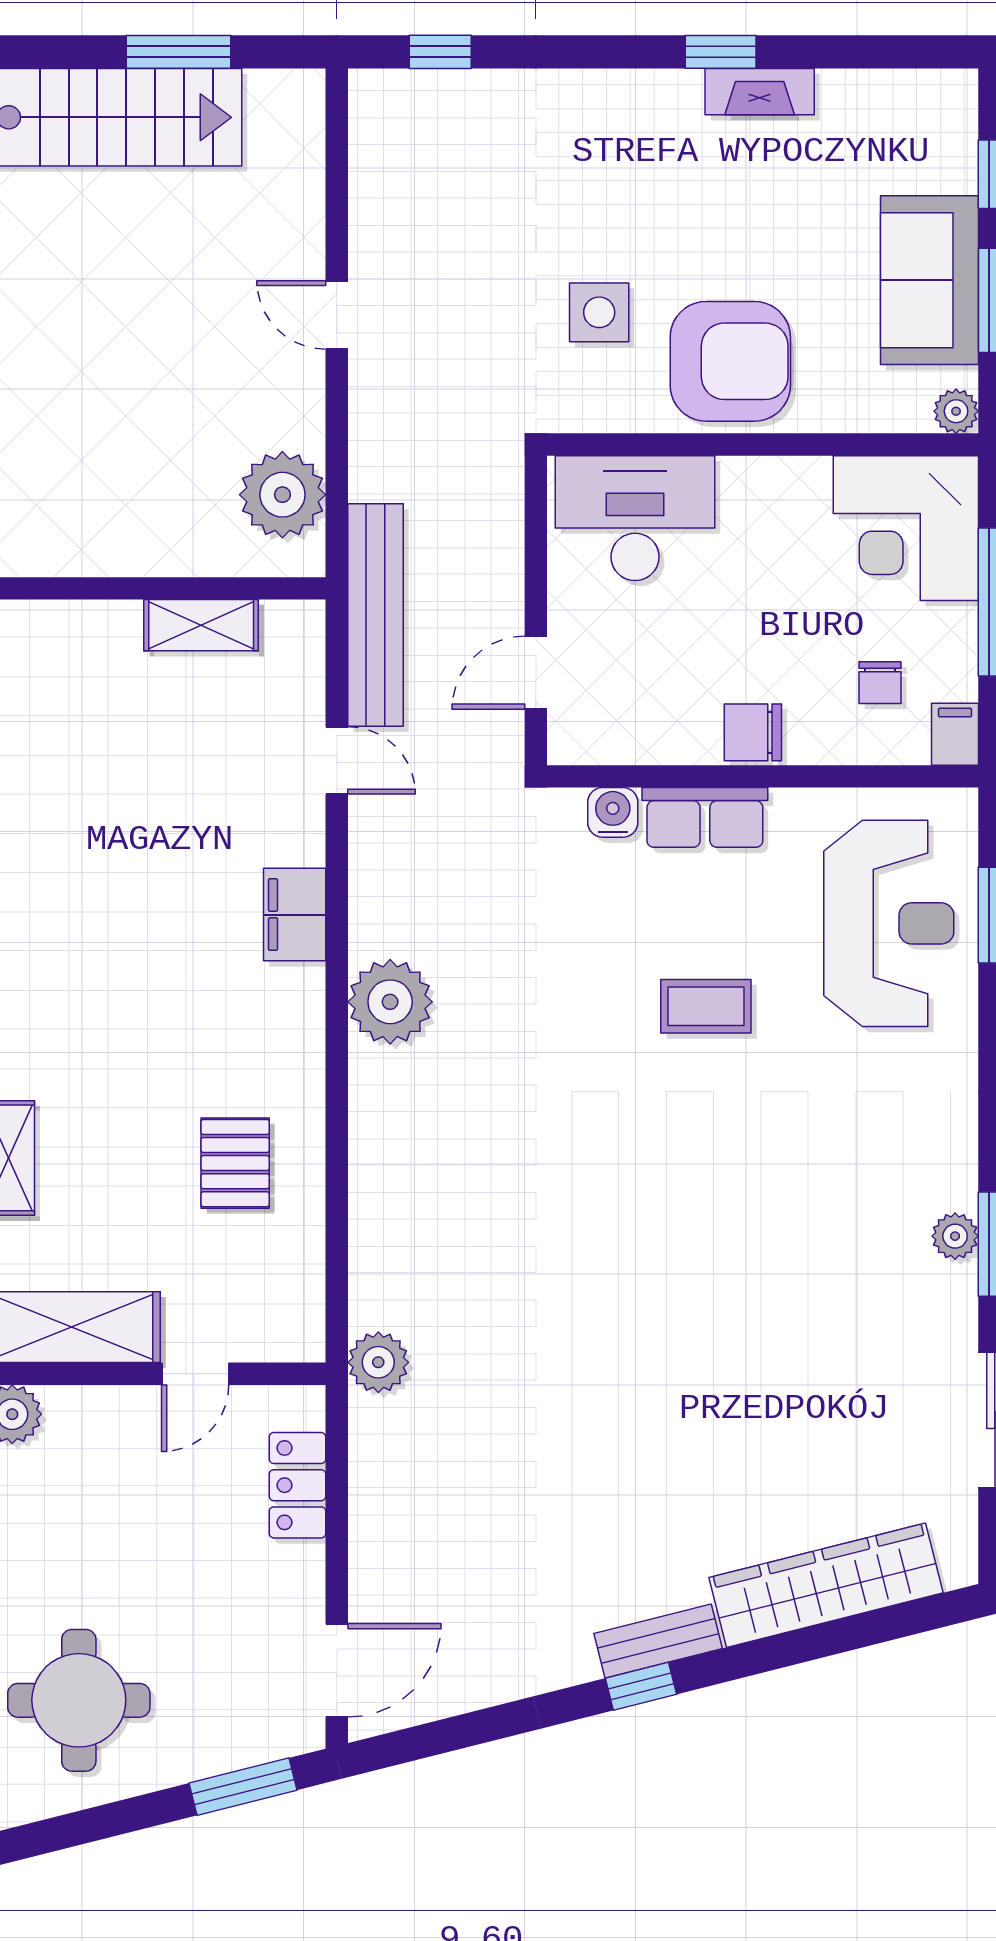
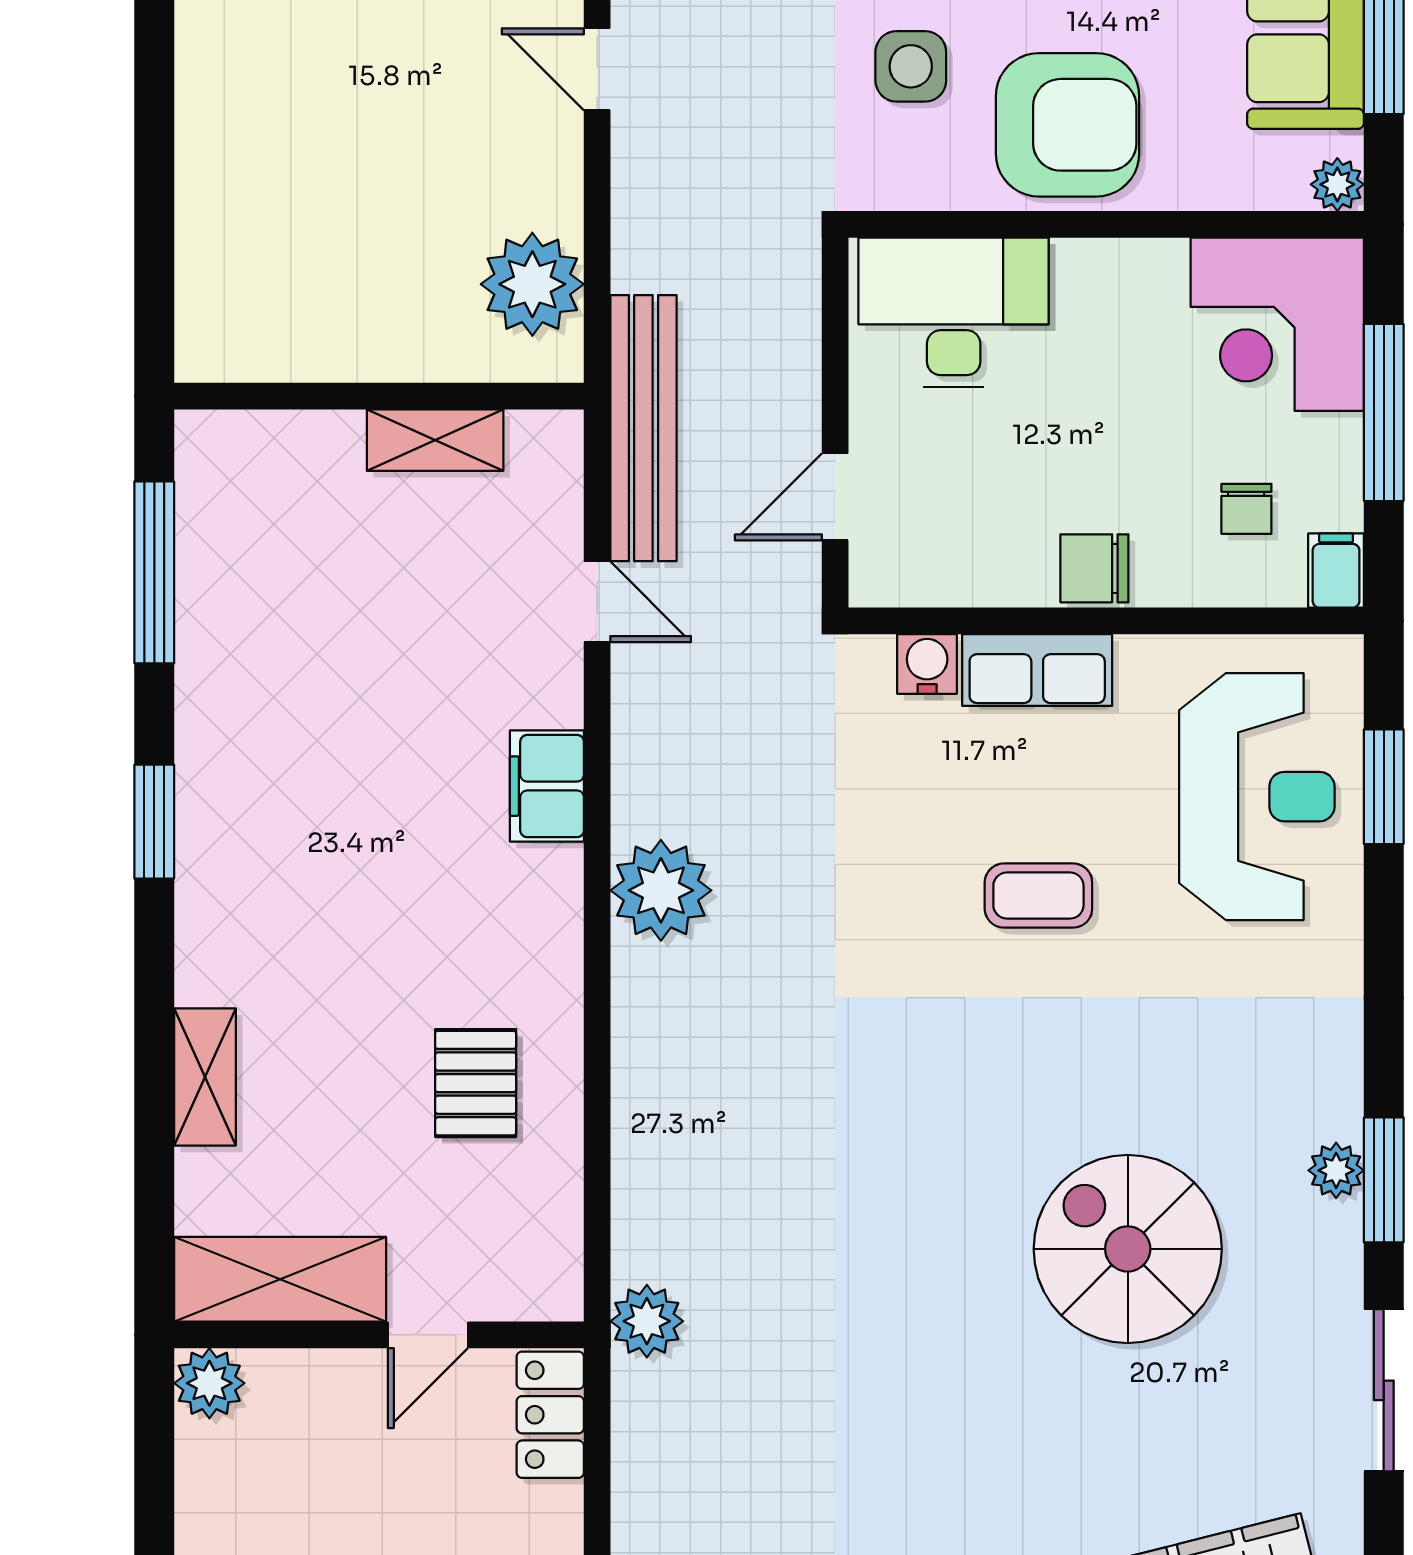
spiral stairs: (781, 1302) -> (1128, 1249), added
locker: (297, 1485) -> (550, 1415), moved

